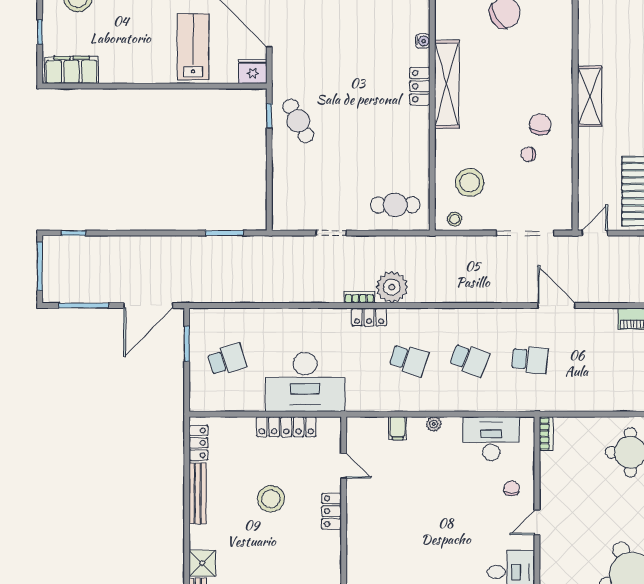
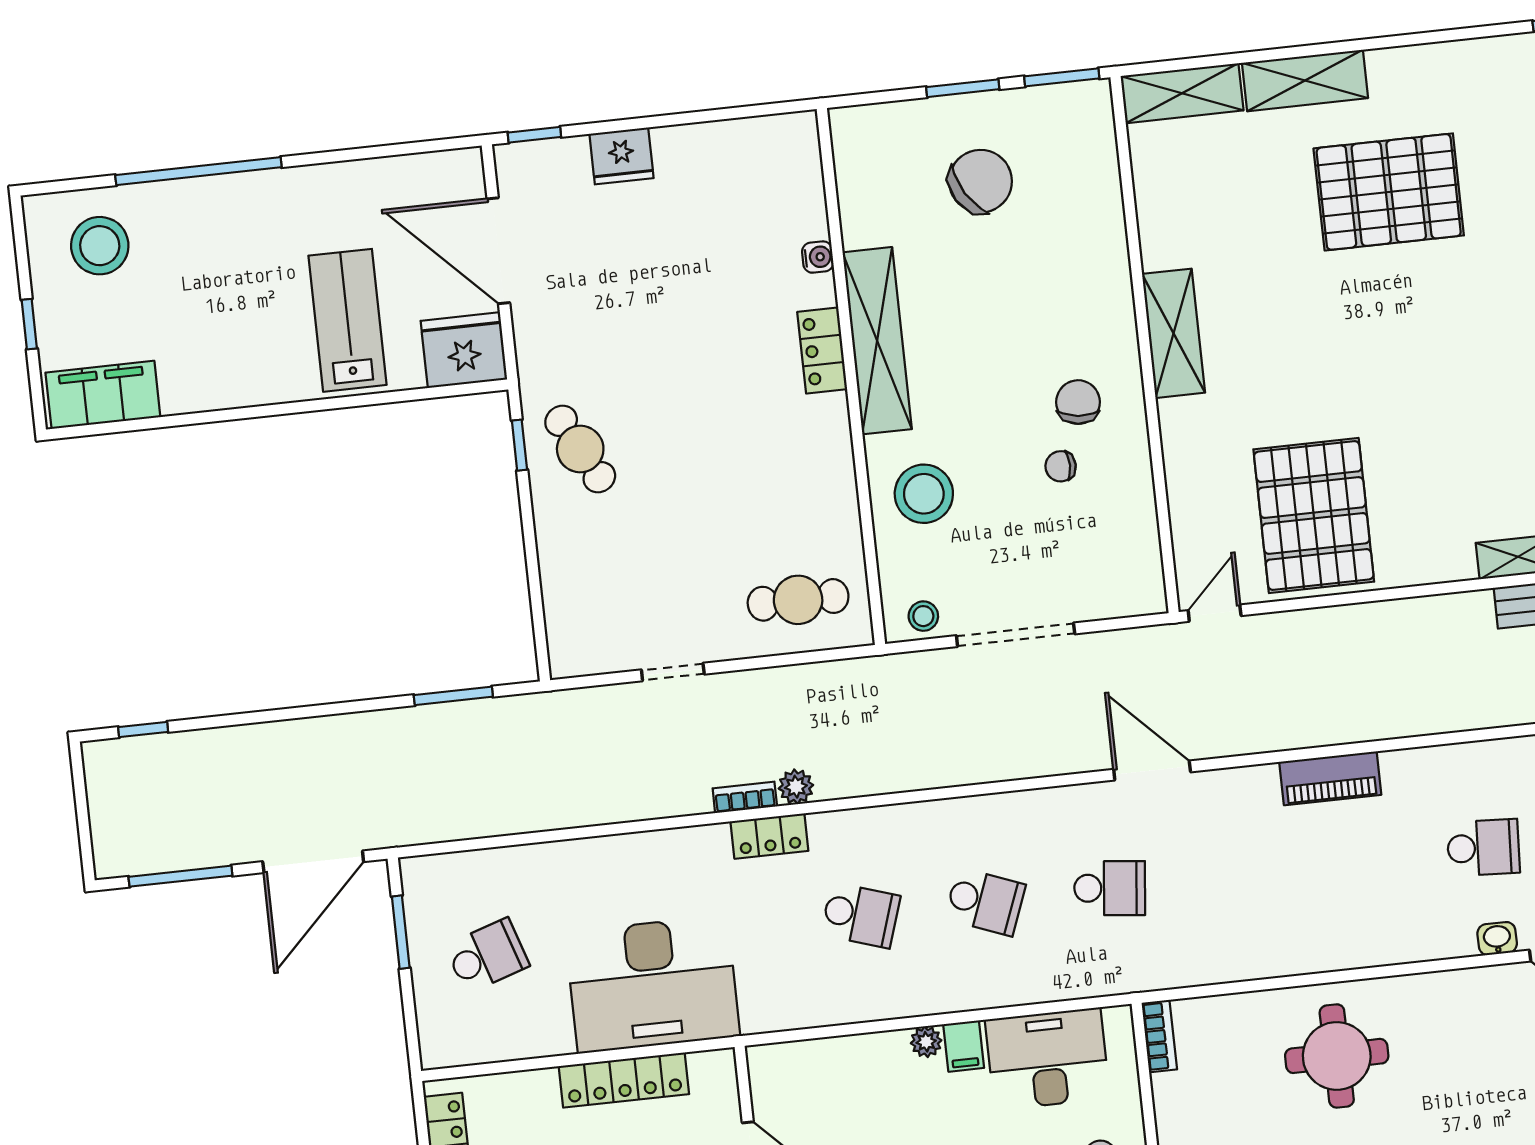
fridge: (253, 71) -> (464, 350), width x1.36, depth x1.34
stool: (470, 182) -> (924, 494), moved
doorway: (525, 233) -> (1016, 635), moved
window: (40, 266) -> (82, 805), removed
plant: (392, 287) -> (796, 787), width x0.53, depth x0.53
filing cabinet: (398, 428) -> (964, 1046), moved

